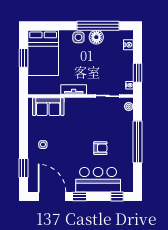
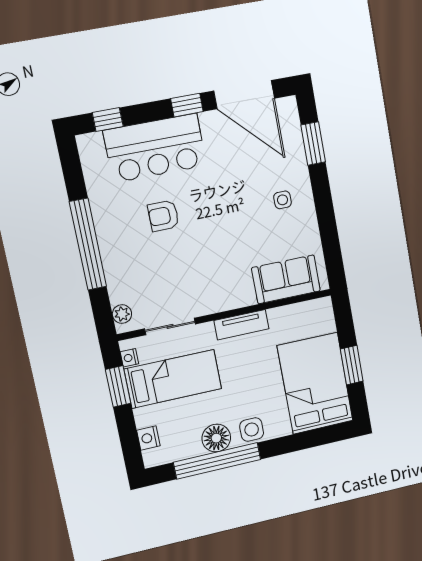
bed: (111, 71) -> (173, 379), added

